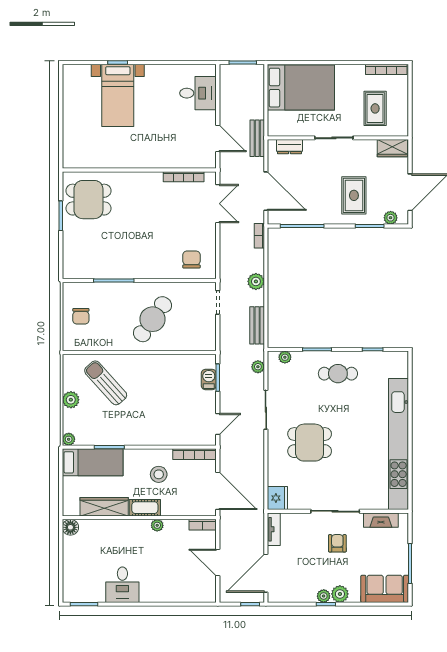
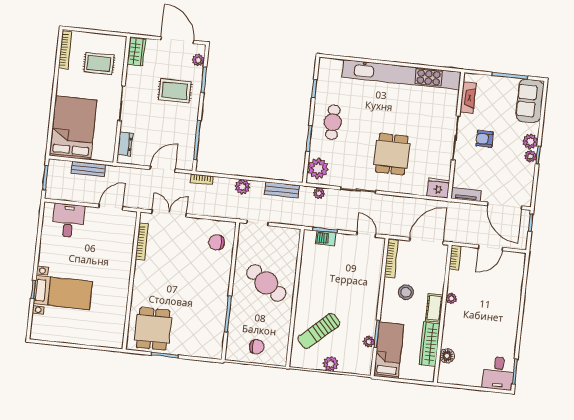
bench: (257, 138) -> (88, 169), moved
door: (266, 191) -> (163, 169), width x0.73
plant: (285, 357) -> (318, 169), width x1.88, depth x1.88
plant: (69, 439) -> (369, 342), moved
floor lamp: (70, 527) -> (447, 356), moved
desk: (122, 585) -> (498, 373), moved, turned 90

